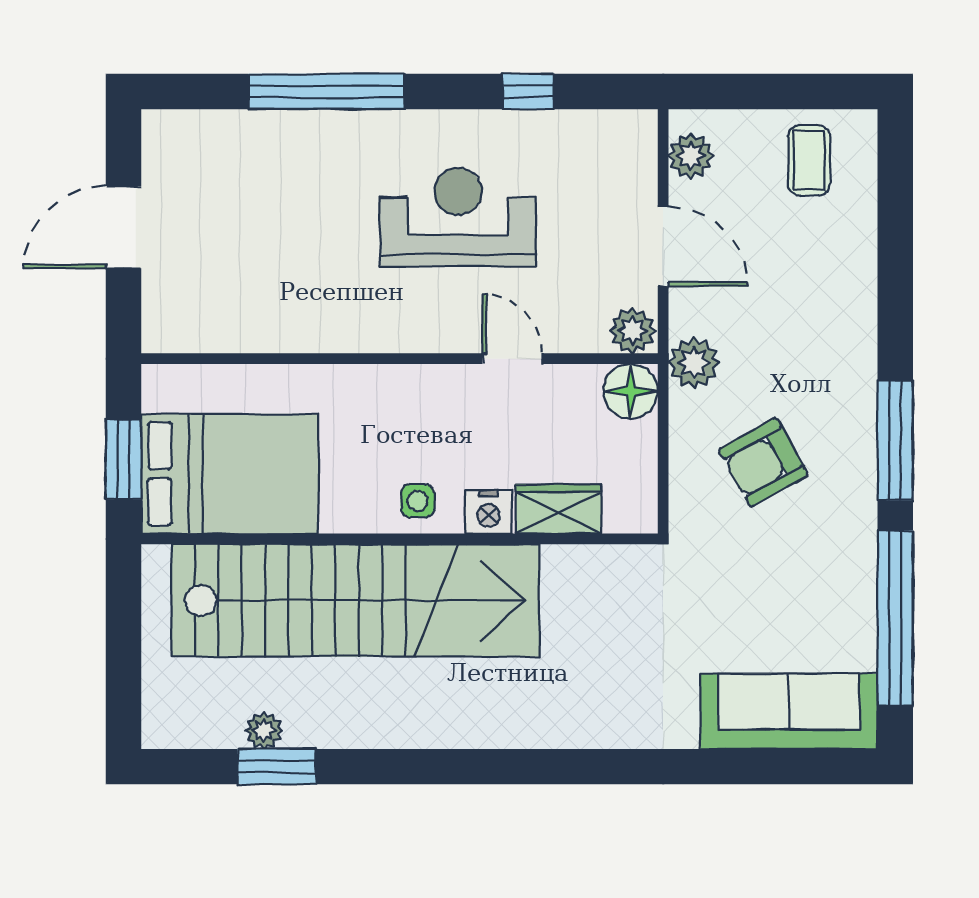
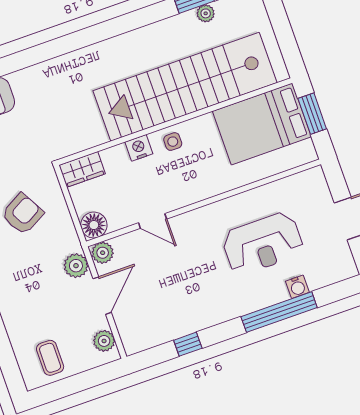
water cooler: (273, 129) -> (297, 287), added
reception desk: (458, 217) -> (263, 244), moved
door: (663, 247) -> (102, 296), swing flipped
plant: (694, 363) -> (76, 266), moved
wardrobe: (558, 509) -> (82, 169), moved

